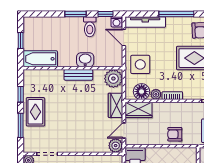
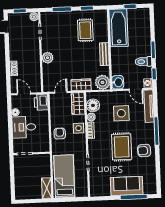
door: (124, 37) -> (136, 89), swing flipped
bathtub: (40, 59) -> (119, 28), width x1.36, depth x1.36
washbasin: (85, 60) -> (118, 82), moved
side table: (140, 64) -> (121, 113), moved
side table: (169, 111) -> (78, 128), added
rug: (35, 112) -> (85, 30), moved, turned 90
door: (124, 131) -> (61, 92), hinge flipped
plant: (116, 146) -> (48, 58), moved

